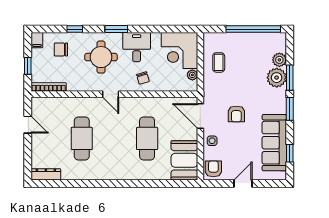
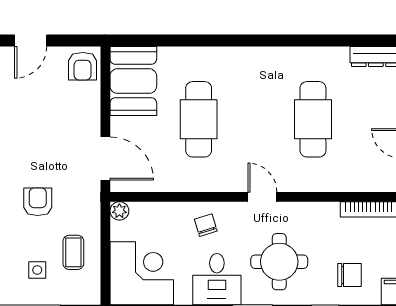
plant: (192, 75) -> (119, 211), moved
armchair: (236, 114) -> (38, 202), moved
side table: (212, 141) -> (37, 270), moved

